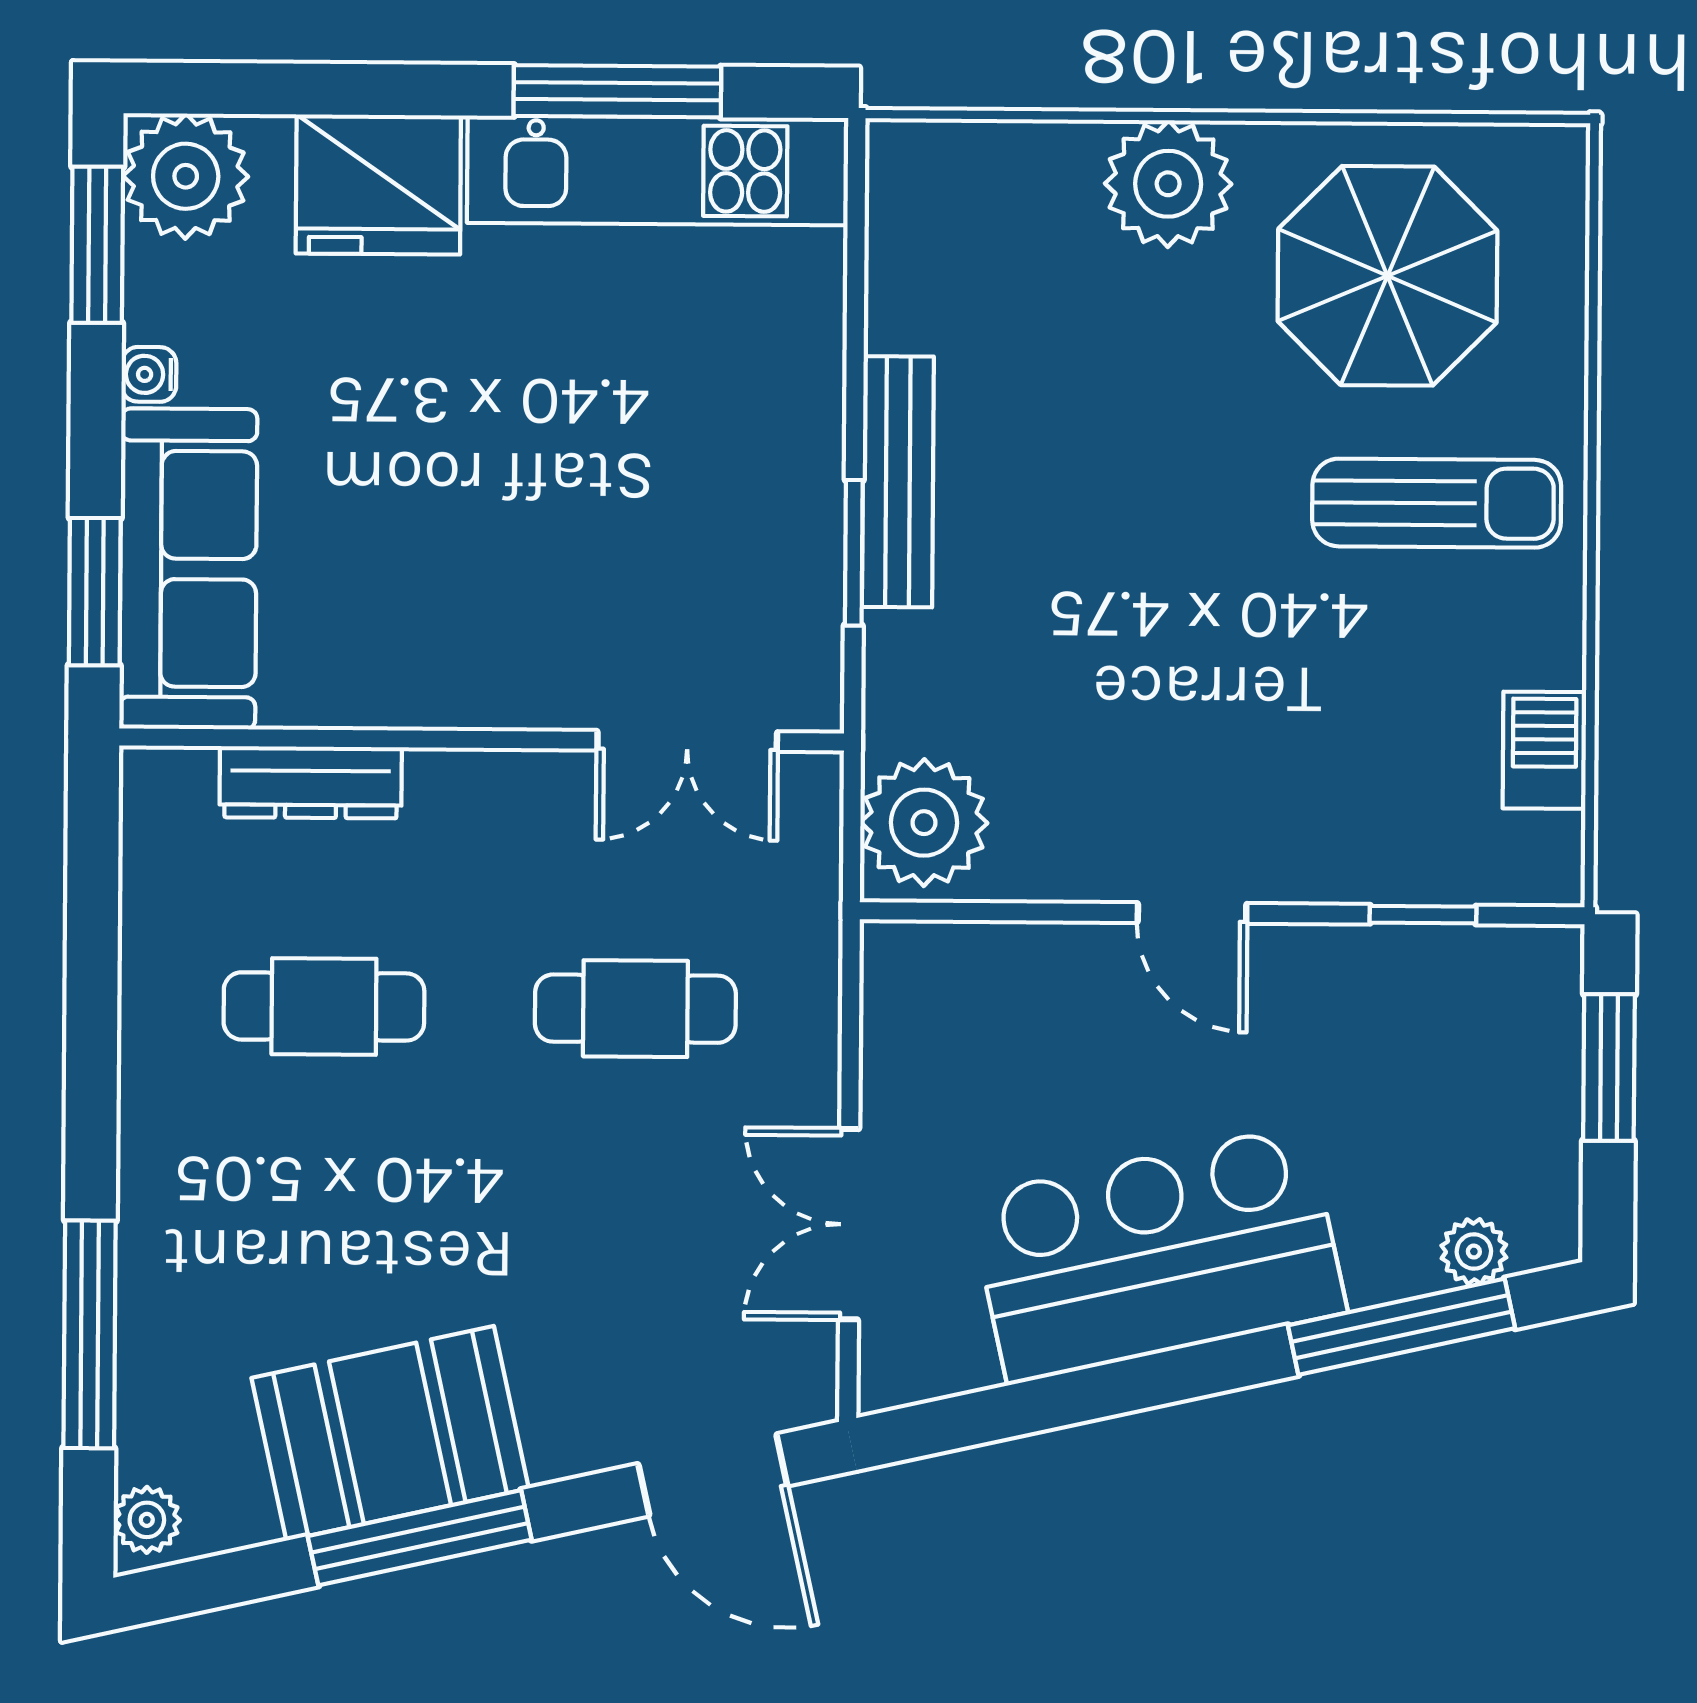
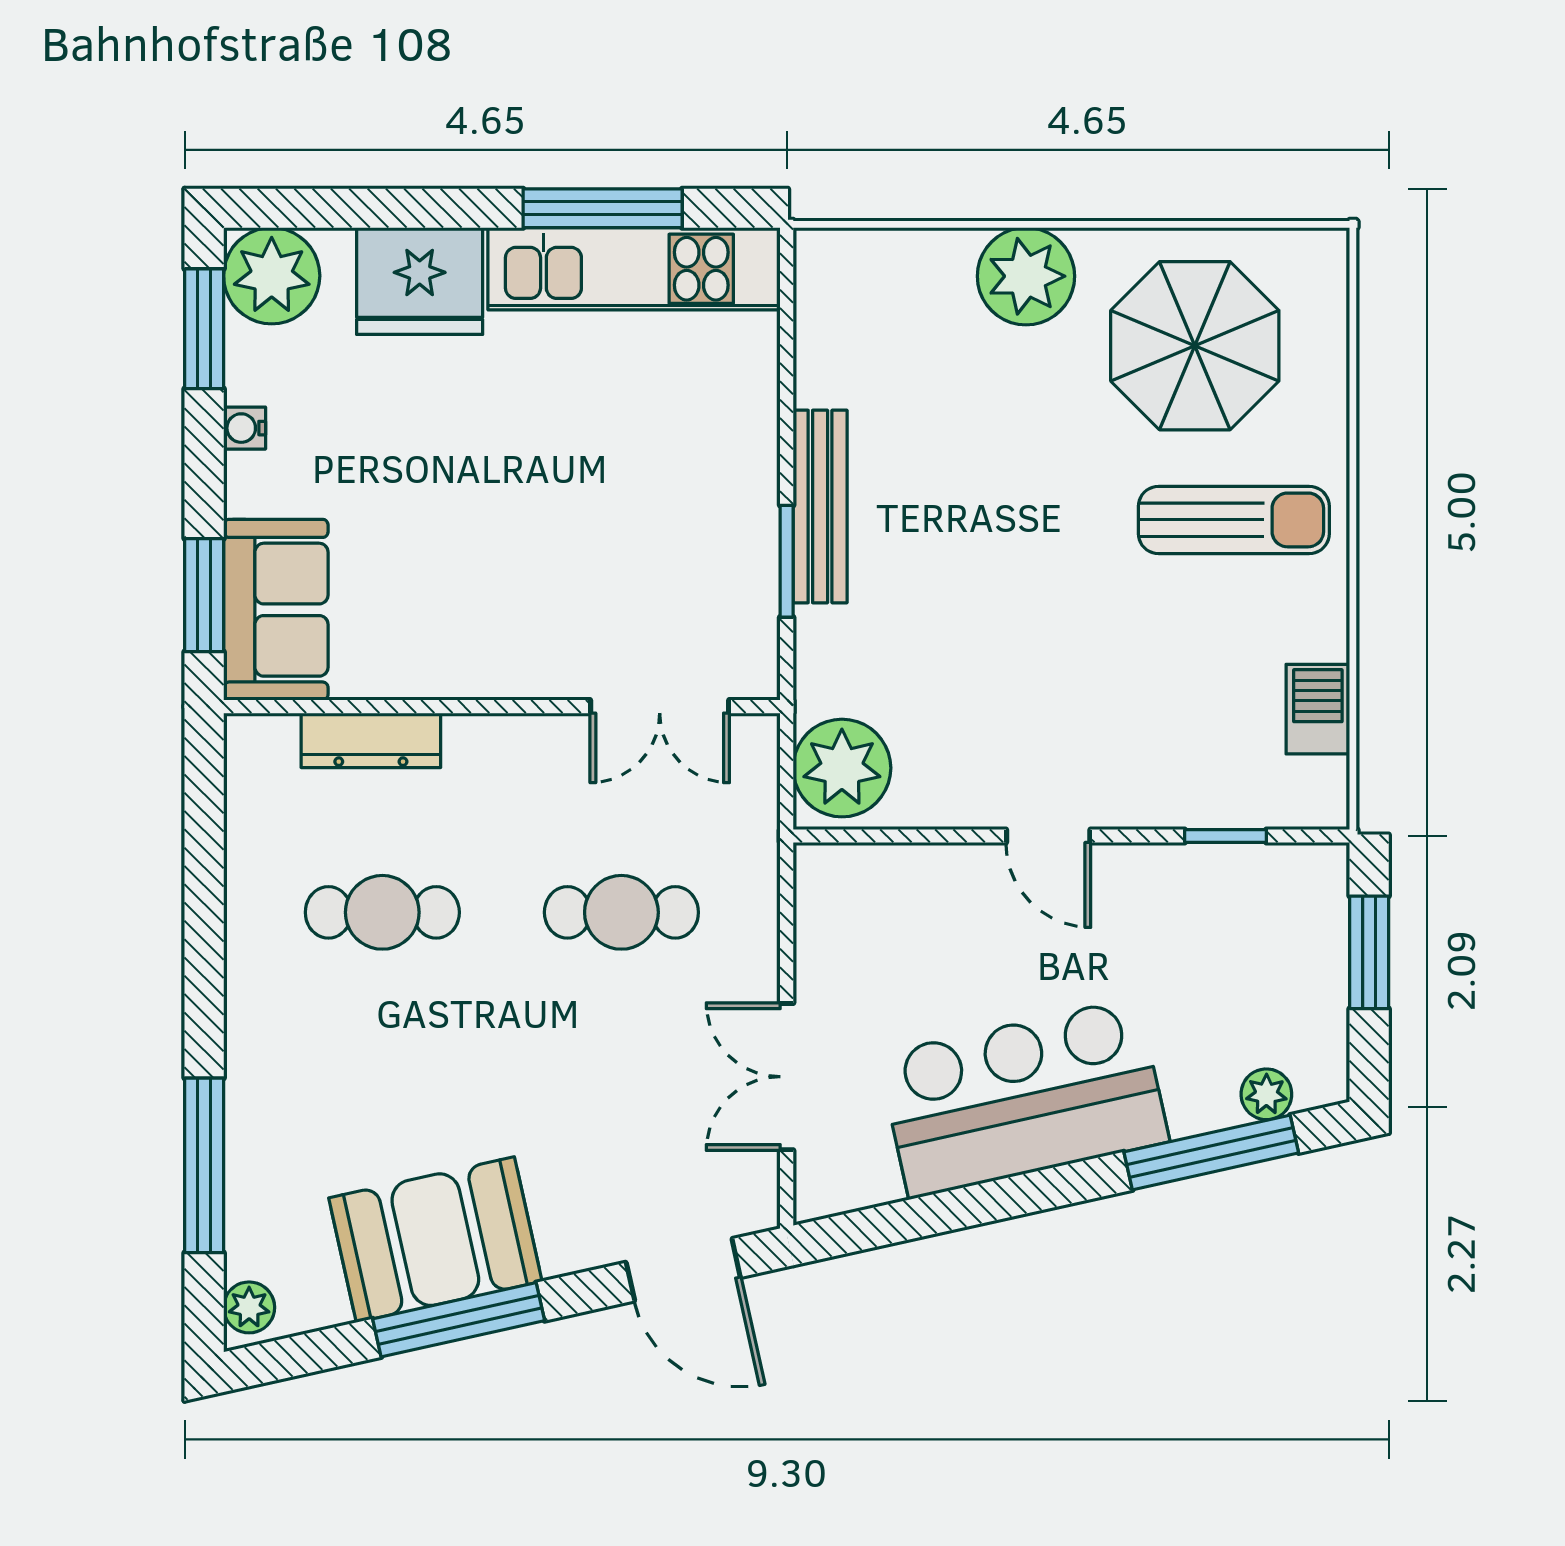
sofa: (188, 569) -> (276, 610), width x0.73

